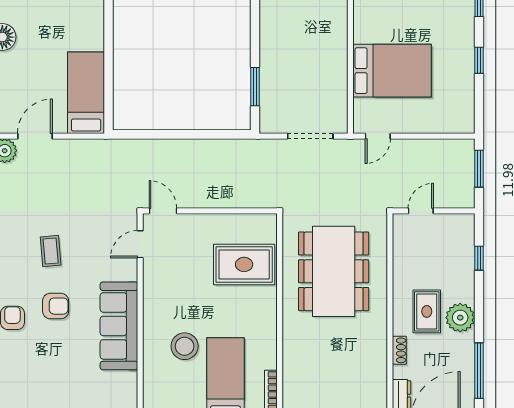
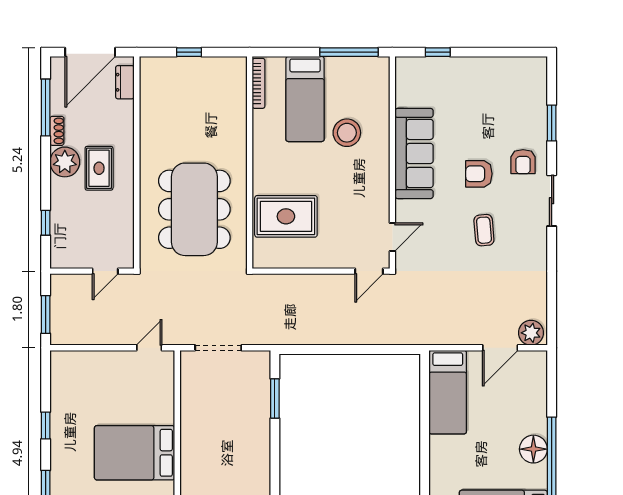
bed: (392, 71) -> (135, 453), moved
door: (163, 211) -> (369, 271), hinge flipped
shoe rack: (399, 350) -> (57, 131), moved, turned 180

